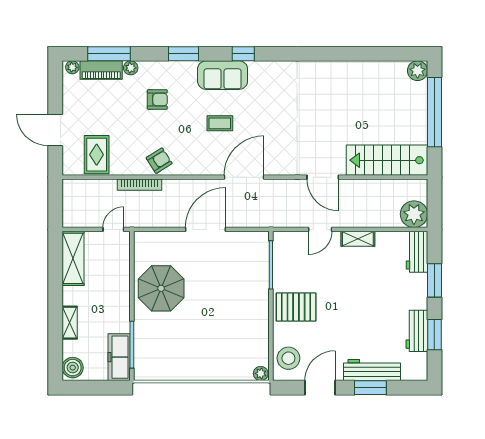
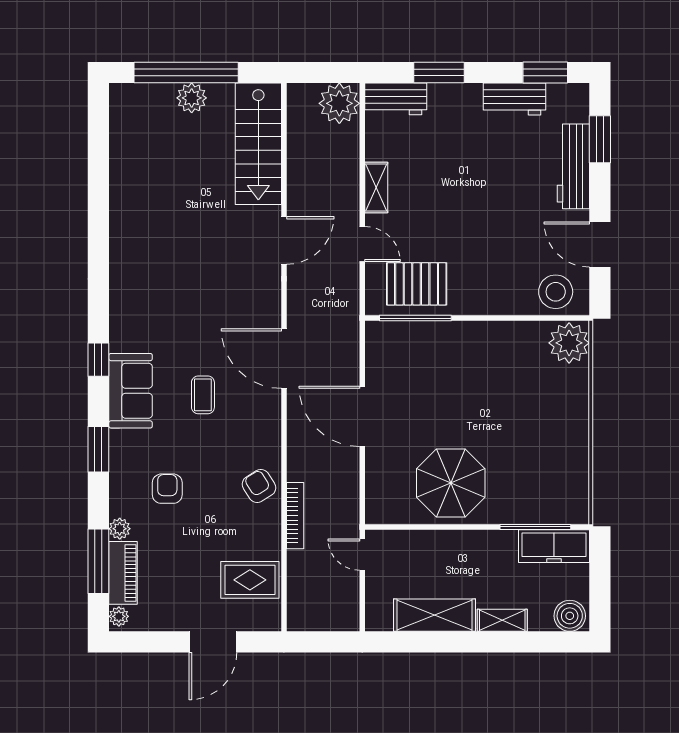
plant: (418, 71) -> (192, 98), moved
shelving: (73, 258) -> (435, 615), moved
pallet: (296, 307) -> (417, 284), moved, turned 90
window: (434, 335) -> (545, 73), moved
plant: (261, 373) -> (569, 343), width x1.87, depth x1.87
window: (370, 388) -> (600, 139), moved

